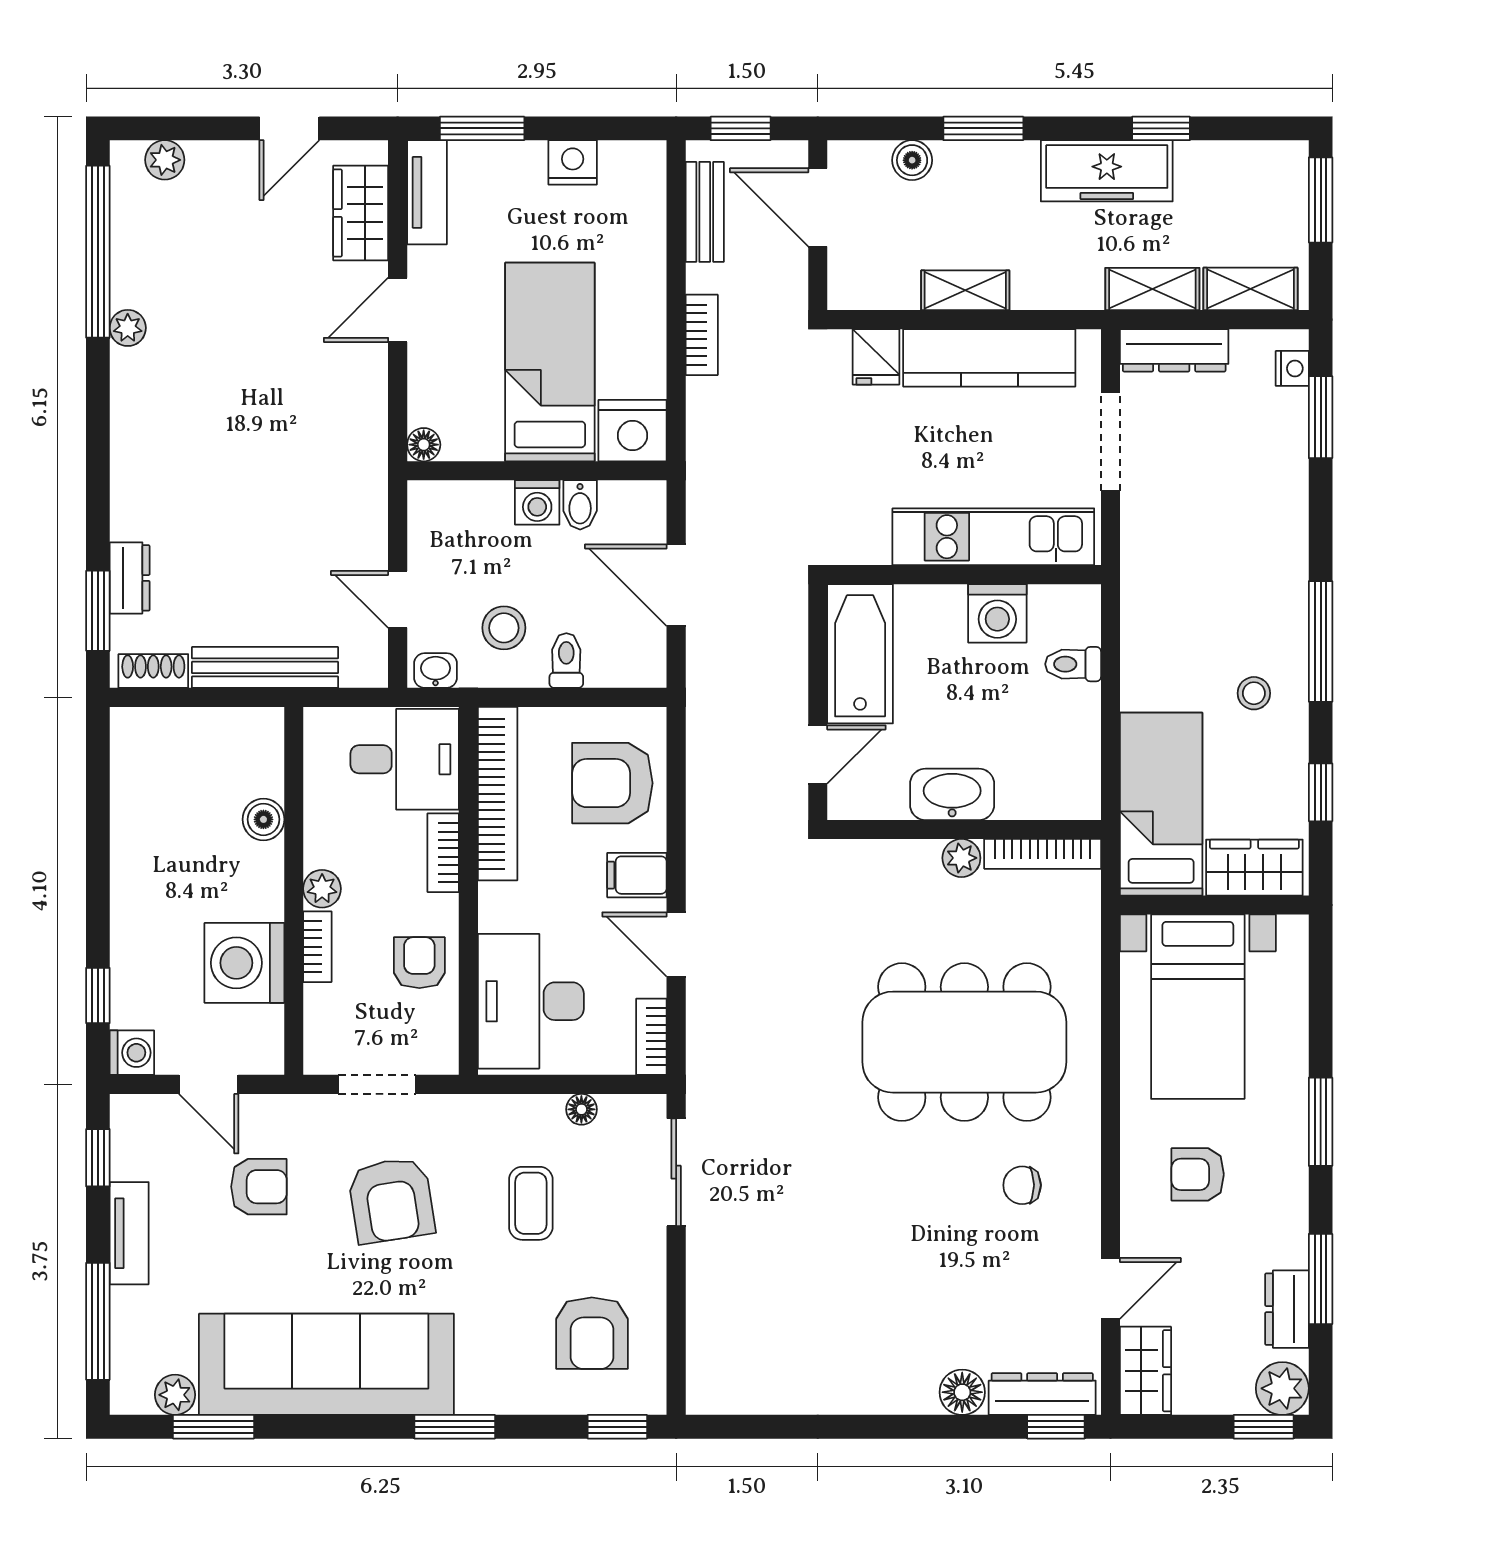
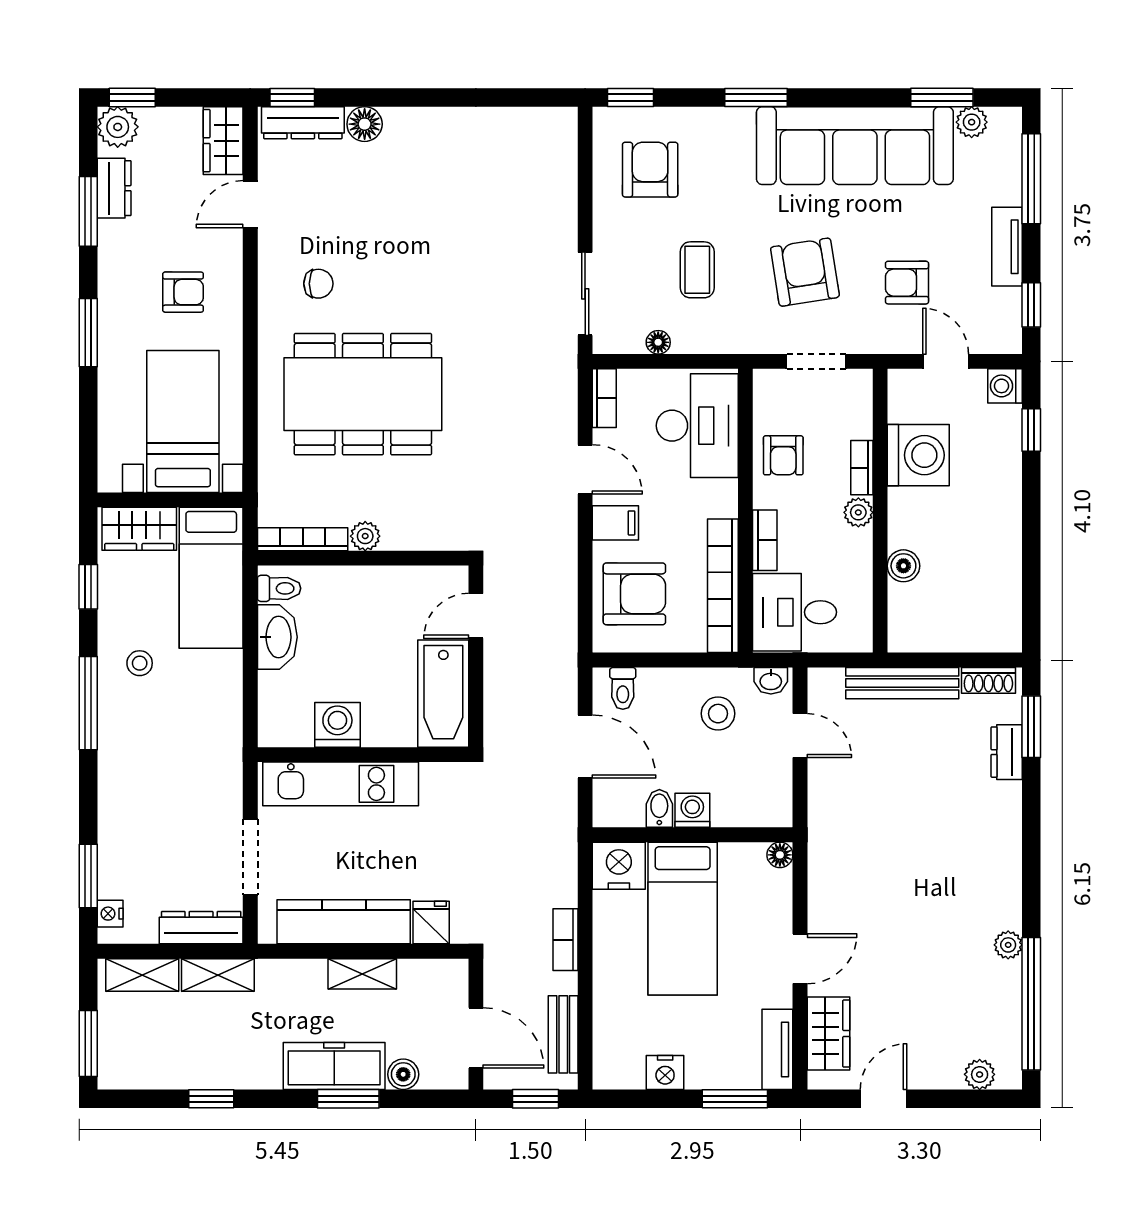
freezer: (1107, 171) -> (334, 1066), moved
toilet: (566, 661) -> (623, 688), moved
toilet: (1073, 664) -> (279, 588), moved
washbasin: (952, 794) -> (277, 637), moved, turned -90

